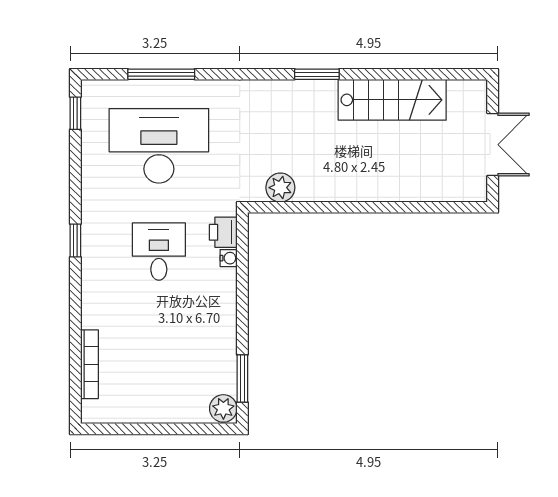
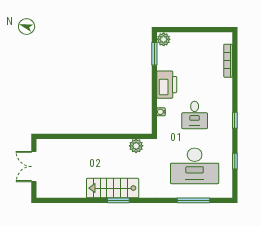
stairs: (392, 100) -> (113, 188), moved
window: (75, 113) -> (235, 161), moved
printer: (223, 232) -> (167, 85), moved, width x1.87, depth x1.48

